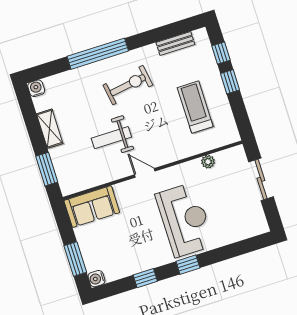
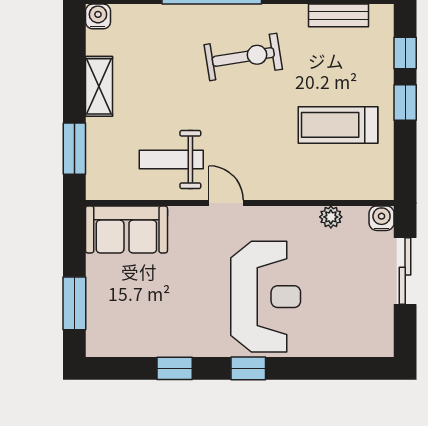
treadmill: (195, 107) -> (338, 125), turned -90
weight bench: (111, 138) -> (171, 160), moved
water cooler: (96, 279) -> (382, 218), moved, turned 90

